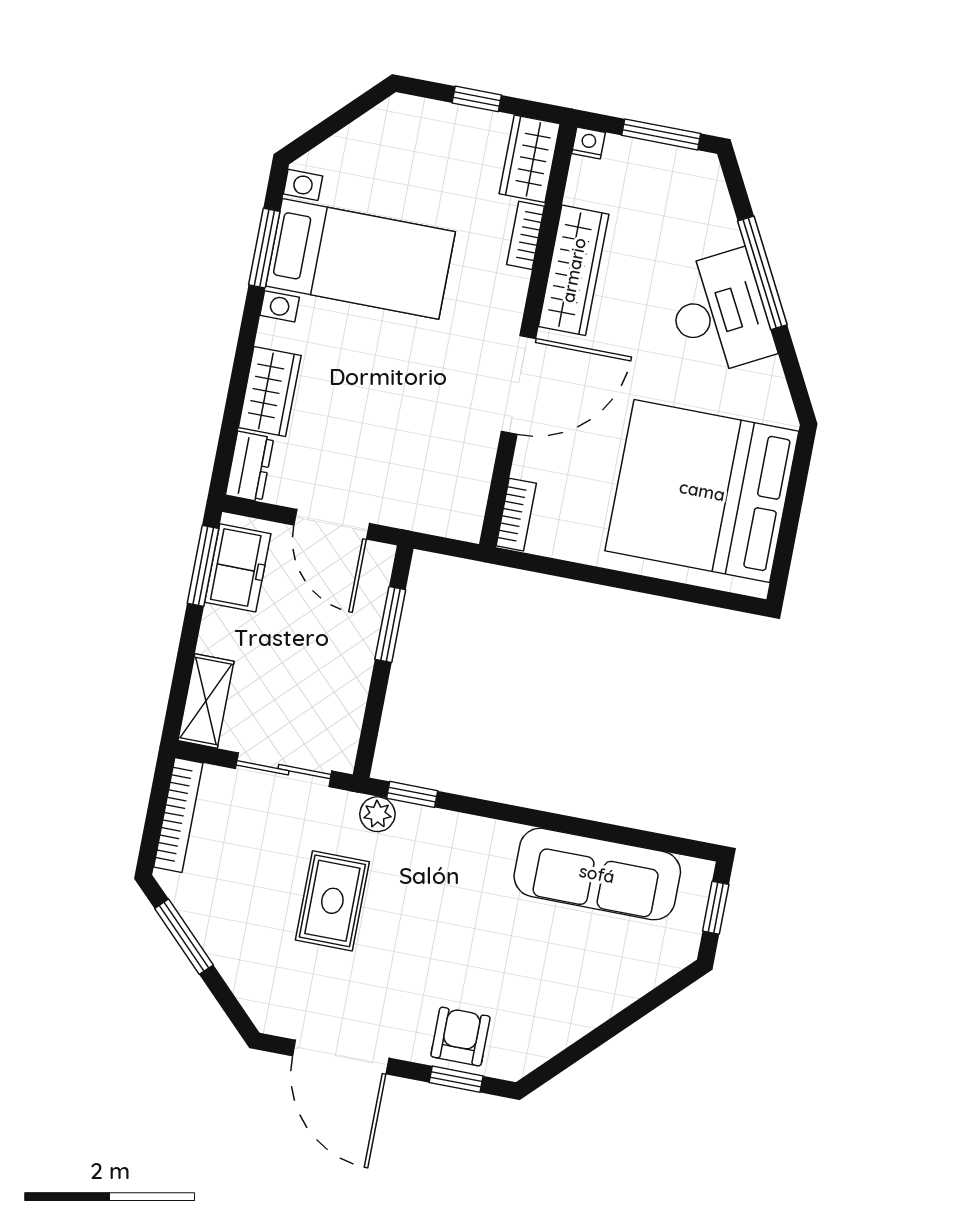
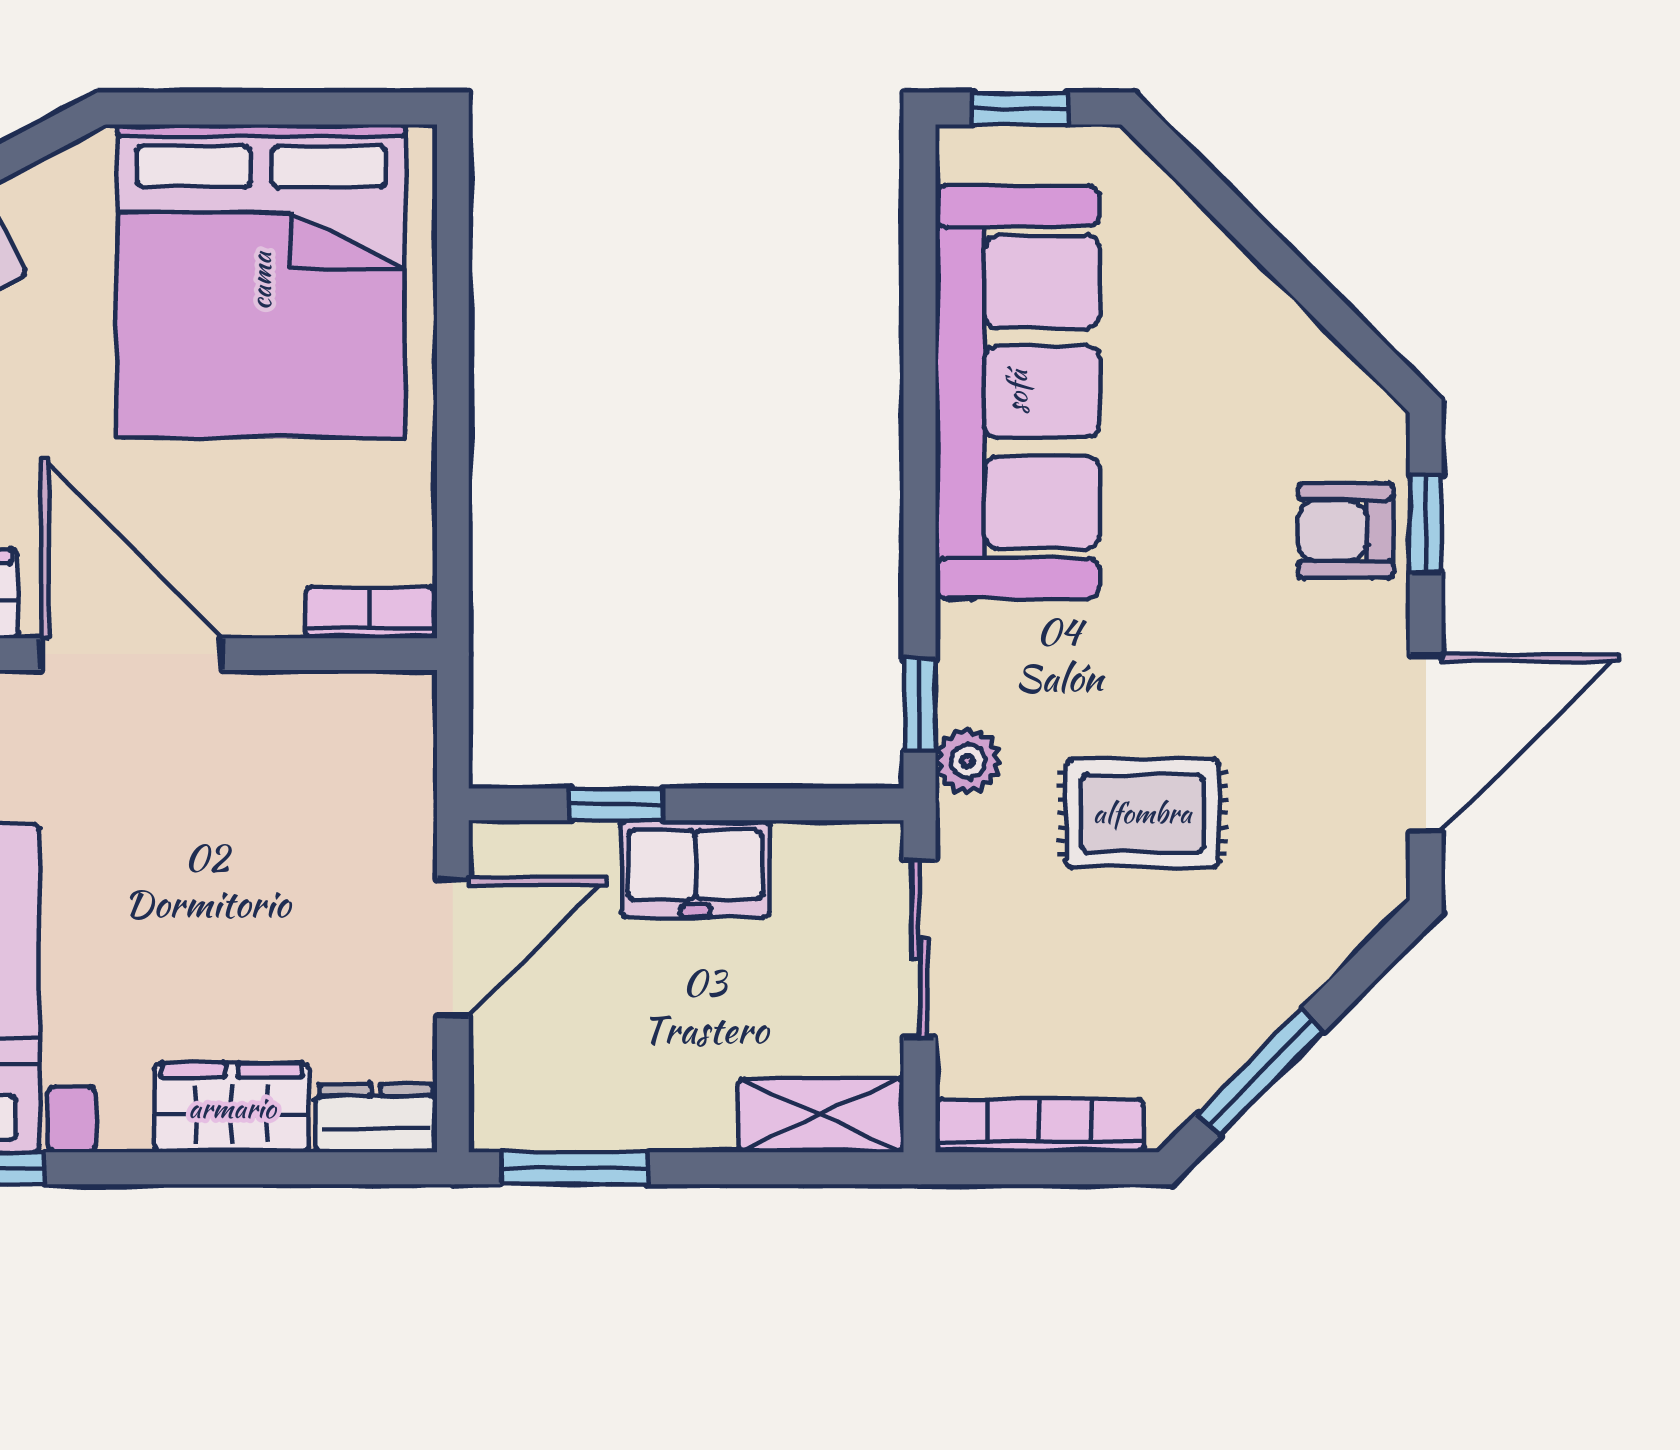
freezer: (238, 568) -> (695, 869), moved, turned 180
window: (390, 625) -> (616, 804), width x0.67
sofa: (597, 874) -> (1017, 392), width x1.36, depth x1.27

